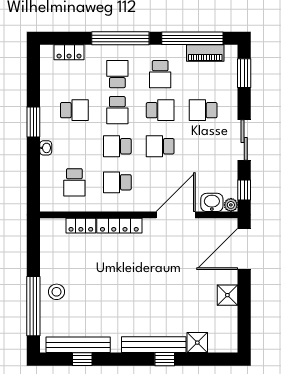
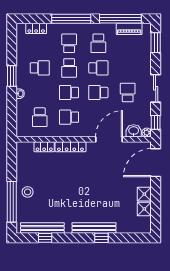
school desk: (203, 110) -> (128, 93), moved, turned 90
shower: (197, 343) -> (144, 209), moved

